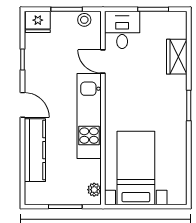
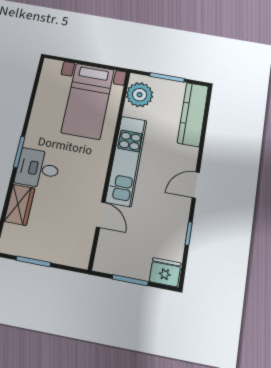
stool: (84, 20) -> (112, 264), removed
desk: (122, 30) -> (38, 169), moved, turned 90
door: (23, 105) -> (196, 185), hinge flipped
kitchen counter: (35, 150) -> (193, 114), moved
plant: (94, 190) -> (140, 95), width x1.88, depth x1.88

